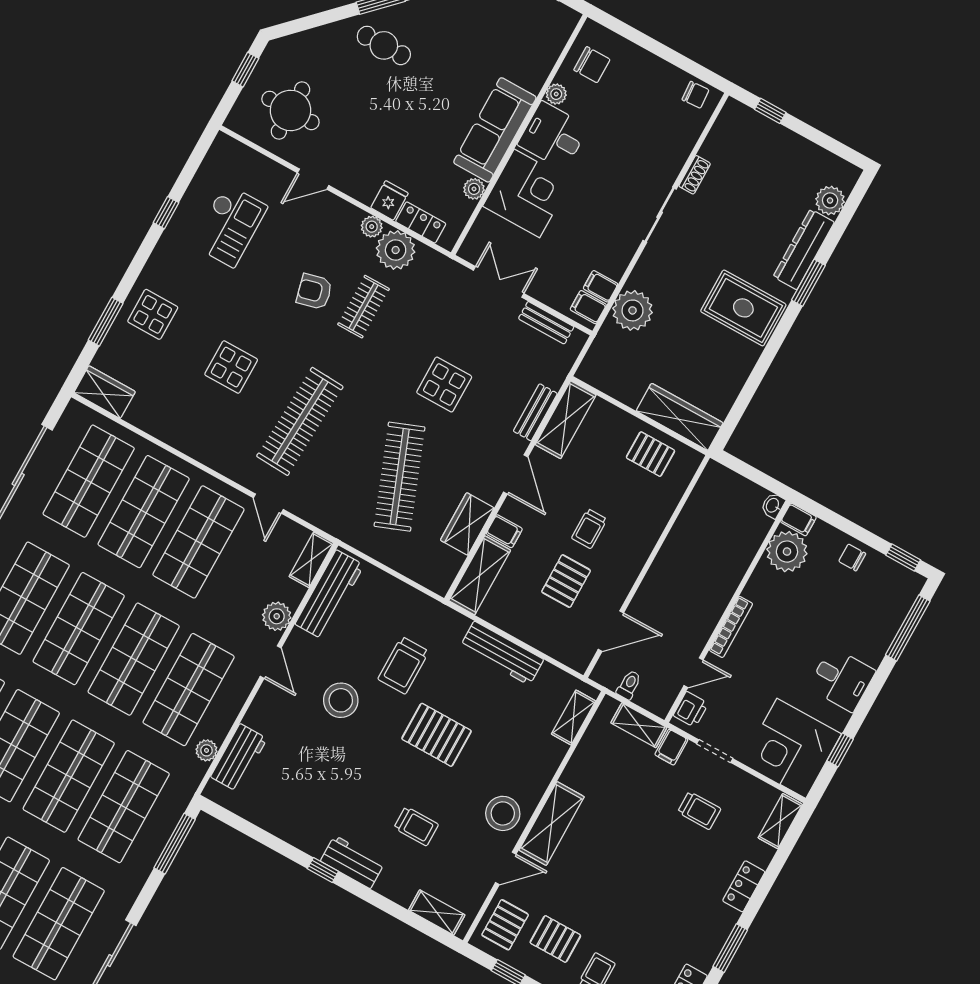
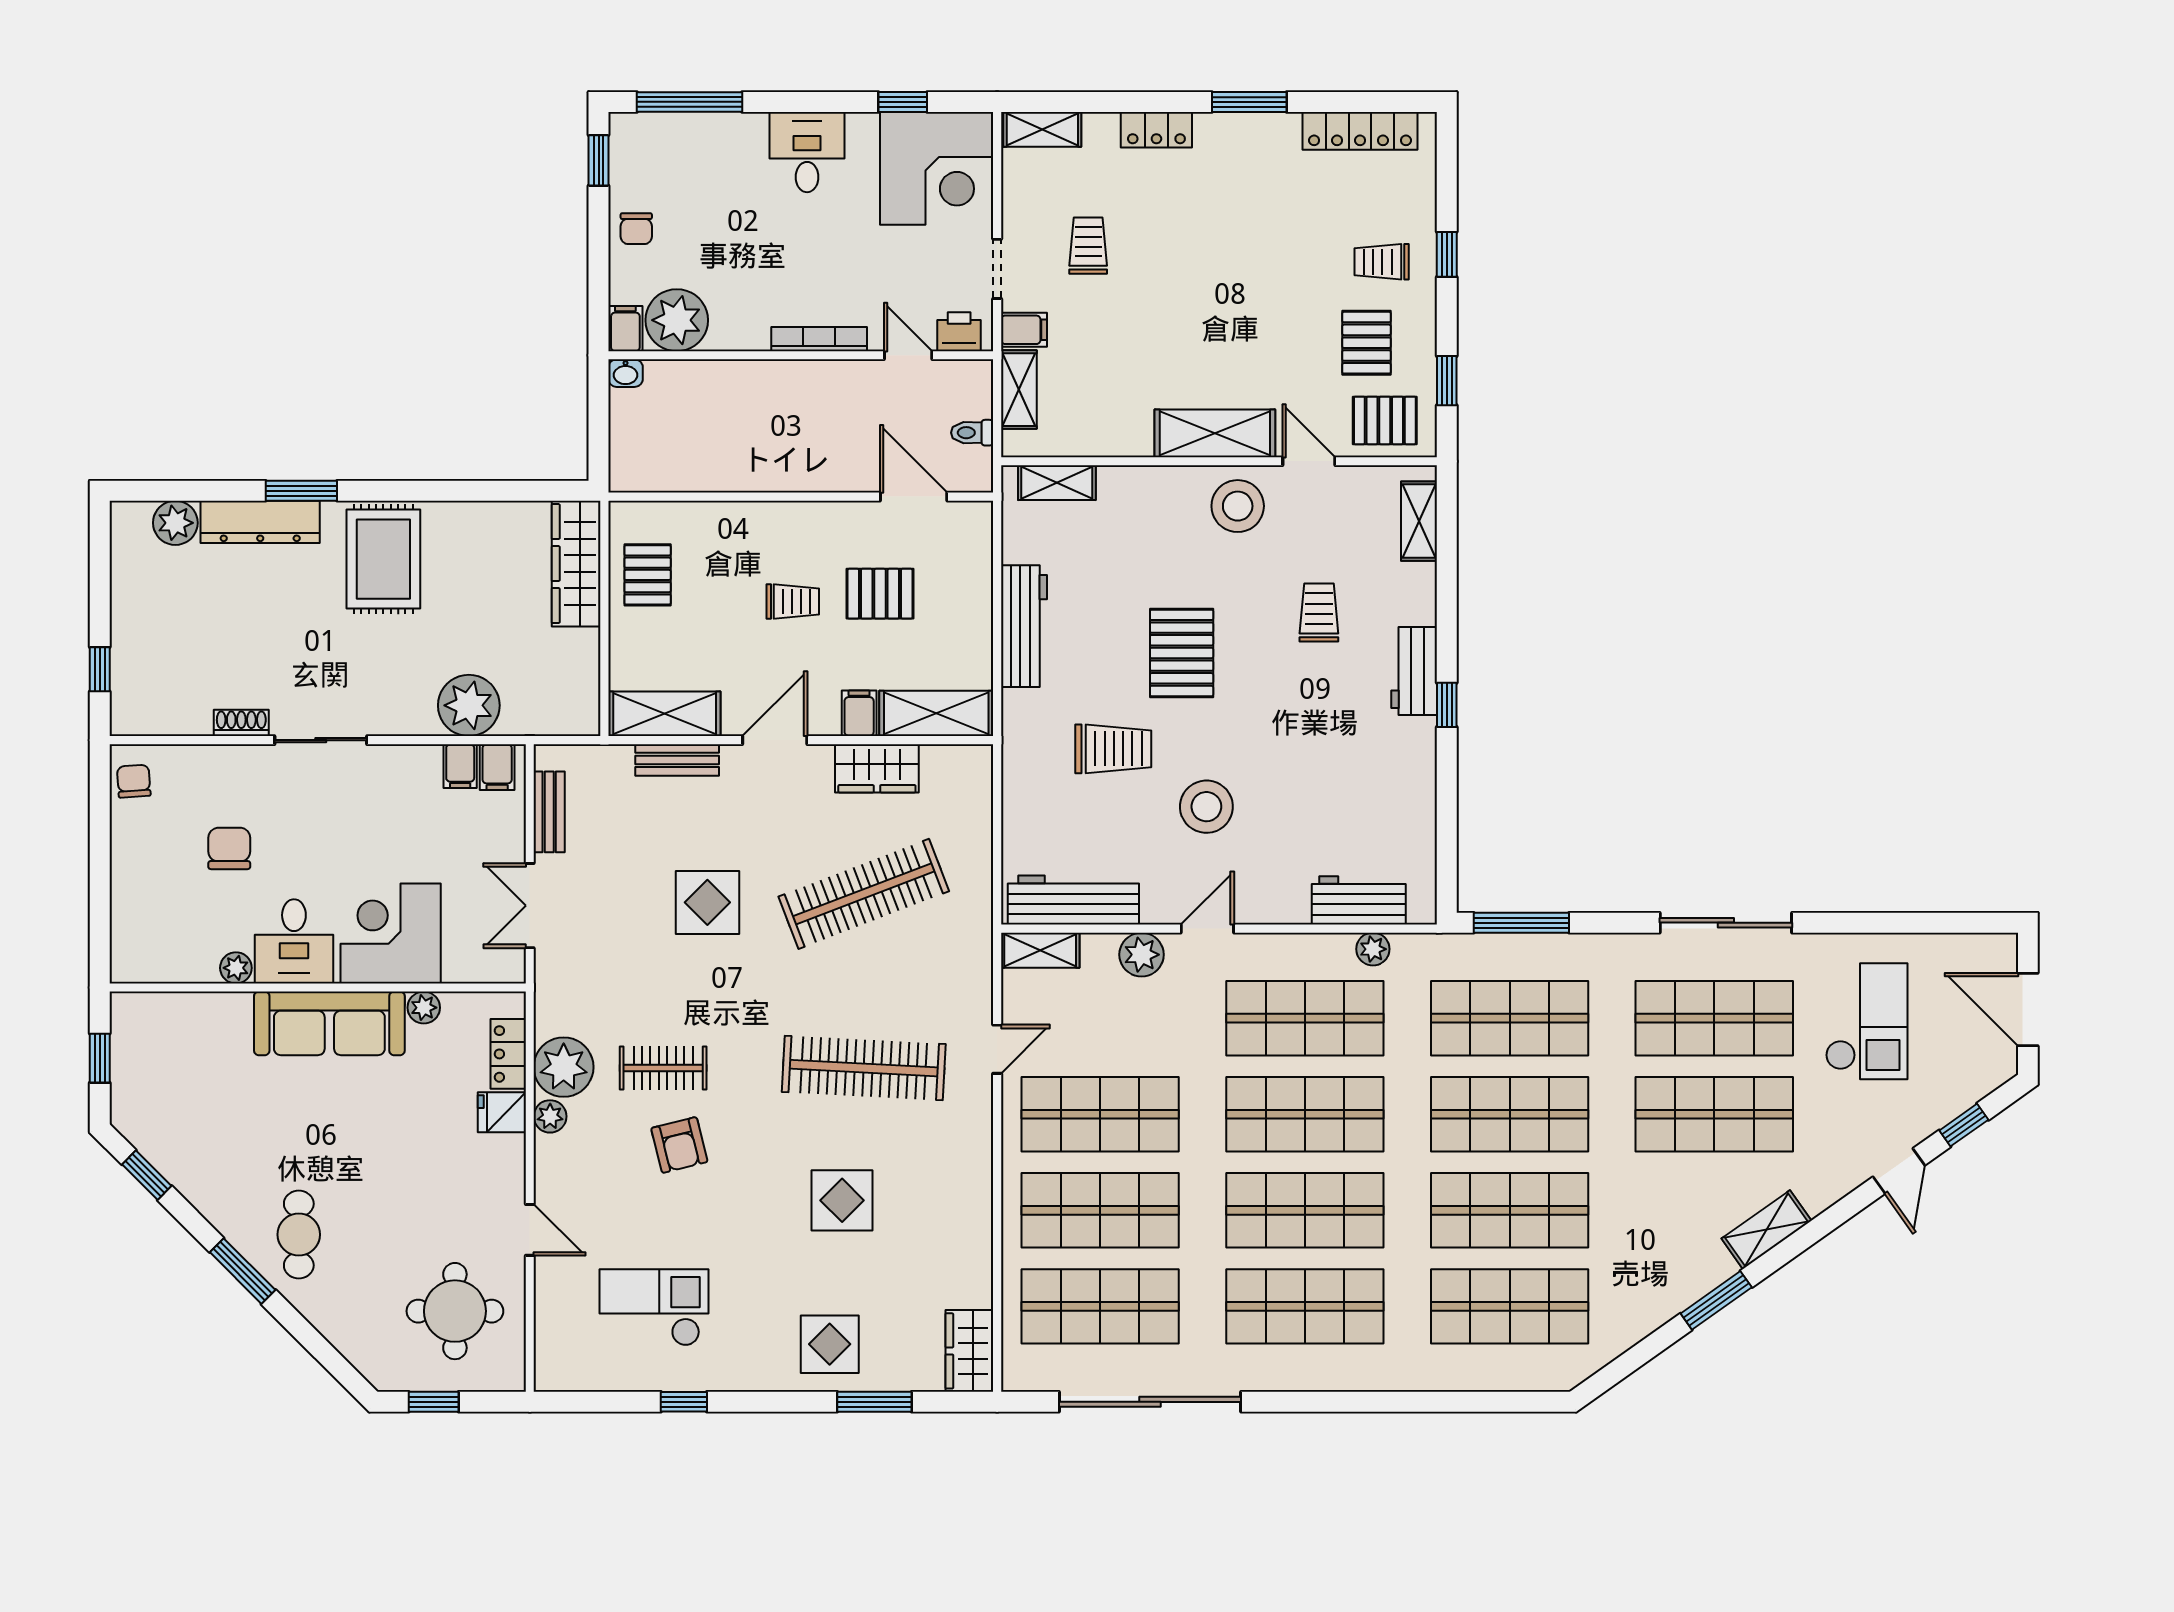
chair: (592, 65) -> (229, 848), moved

